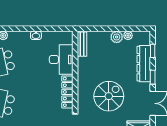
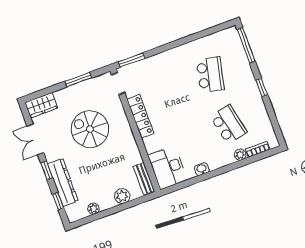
plant: (117, 37) -> (122, 196), moved
desk: (61, 59) -> (168, 168), moved
spiral stairs: (109, 96) -> (90, 129), turned 90

